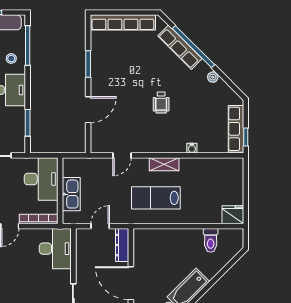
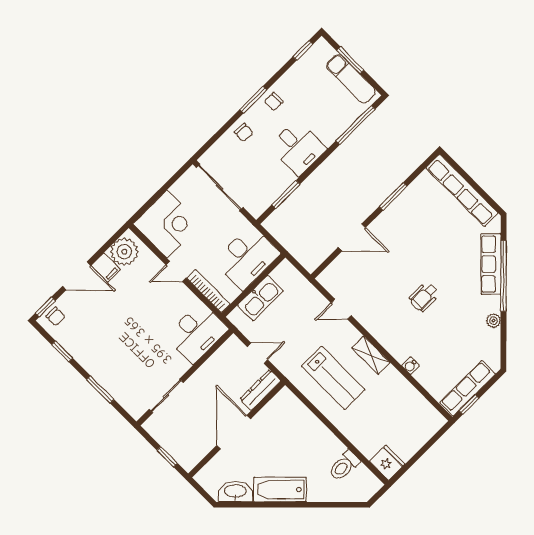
stool: (11, 58) -> (329, 122), removed
lab bench: (156, 198) -> (333, 378), turned 180

